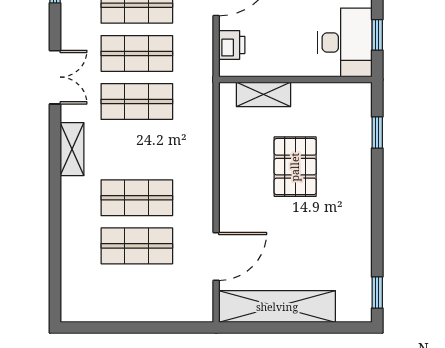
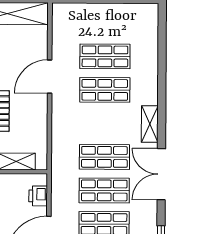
double door: (55, 77) -> (161, 174), width x1.37
door: (216, 256) -> (50, 77), moved

